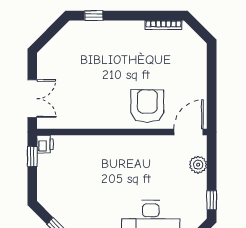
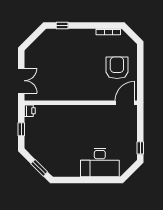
armchair: (147, 106) -> (117, 68), moved
window: (32, 156) -> (21, 129), moved
plant: (198, 165) -> (131, 124), removed

